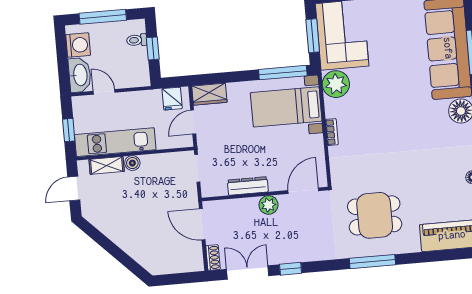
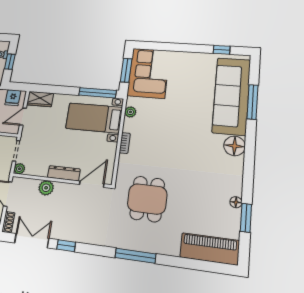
plant: (336, 84) -> (130, 112), width x0.53, depth x0.53
dresser: (248, 186) -> (64, 173), moved
plant: (208, 190) -> (19, 169), added
plant: (269, 205) -> (46, 188), moved
dining table: (375, 215) -> (147, 199), moved, turned 90

